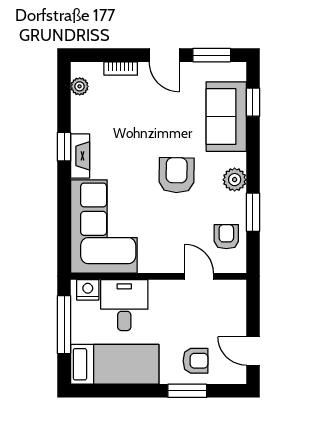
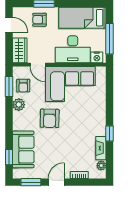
door: (164, 55) -> (56, 182), hinge flipped
fireplace: (80, 156) -> (101, 148), moved
plant: (235, 180) -> (19, 105), moved
window: (253, 212) -> (9, 86), moved
corner sofa: (104, 226) -> (70, 84), moved, turned -90
wardrobe: (233, 303) -> (20, 50), added
desk: (124, 305) -> (73, 49), width x1.37

